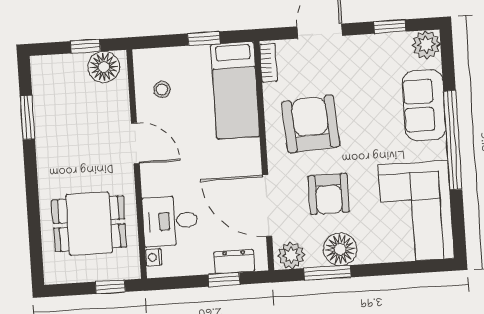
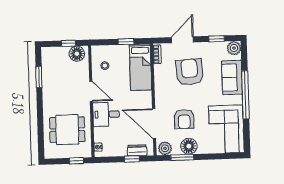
armchair: (311, 124) -> (190, 72), moved
desk: (170, 221) -> (106, 114), moved

